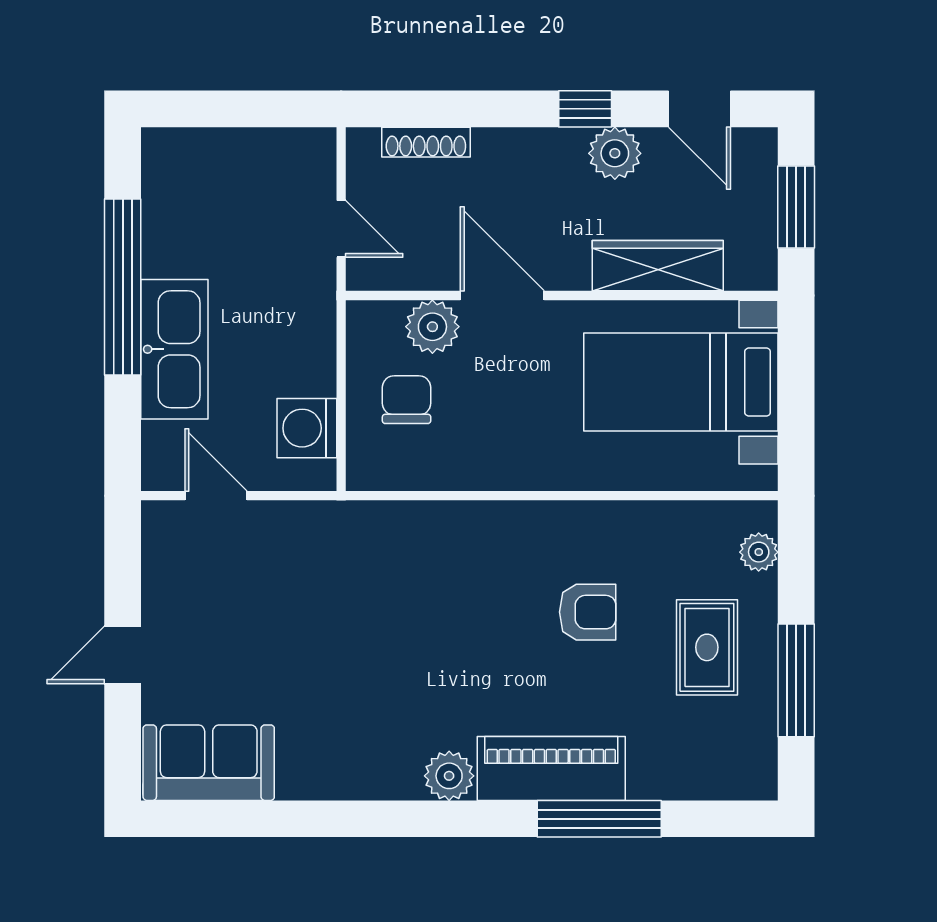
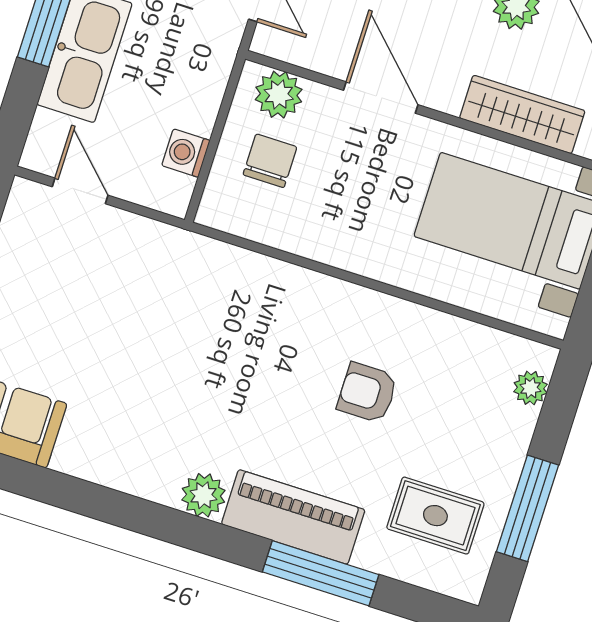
plant: (432, 327) -> (279, 95), moved
washing machine: (307, 428) -> (186, 153), width x0.73, depth x0.73
armchair: (588, 612) -> (367, 393), turned 180
rug: (707, 647) -> (435, 516), moved, turned 90

